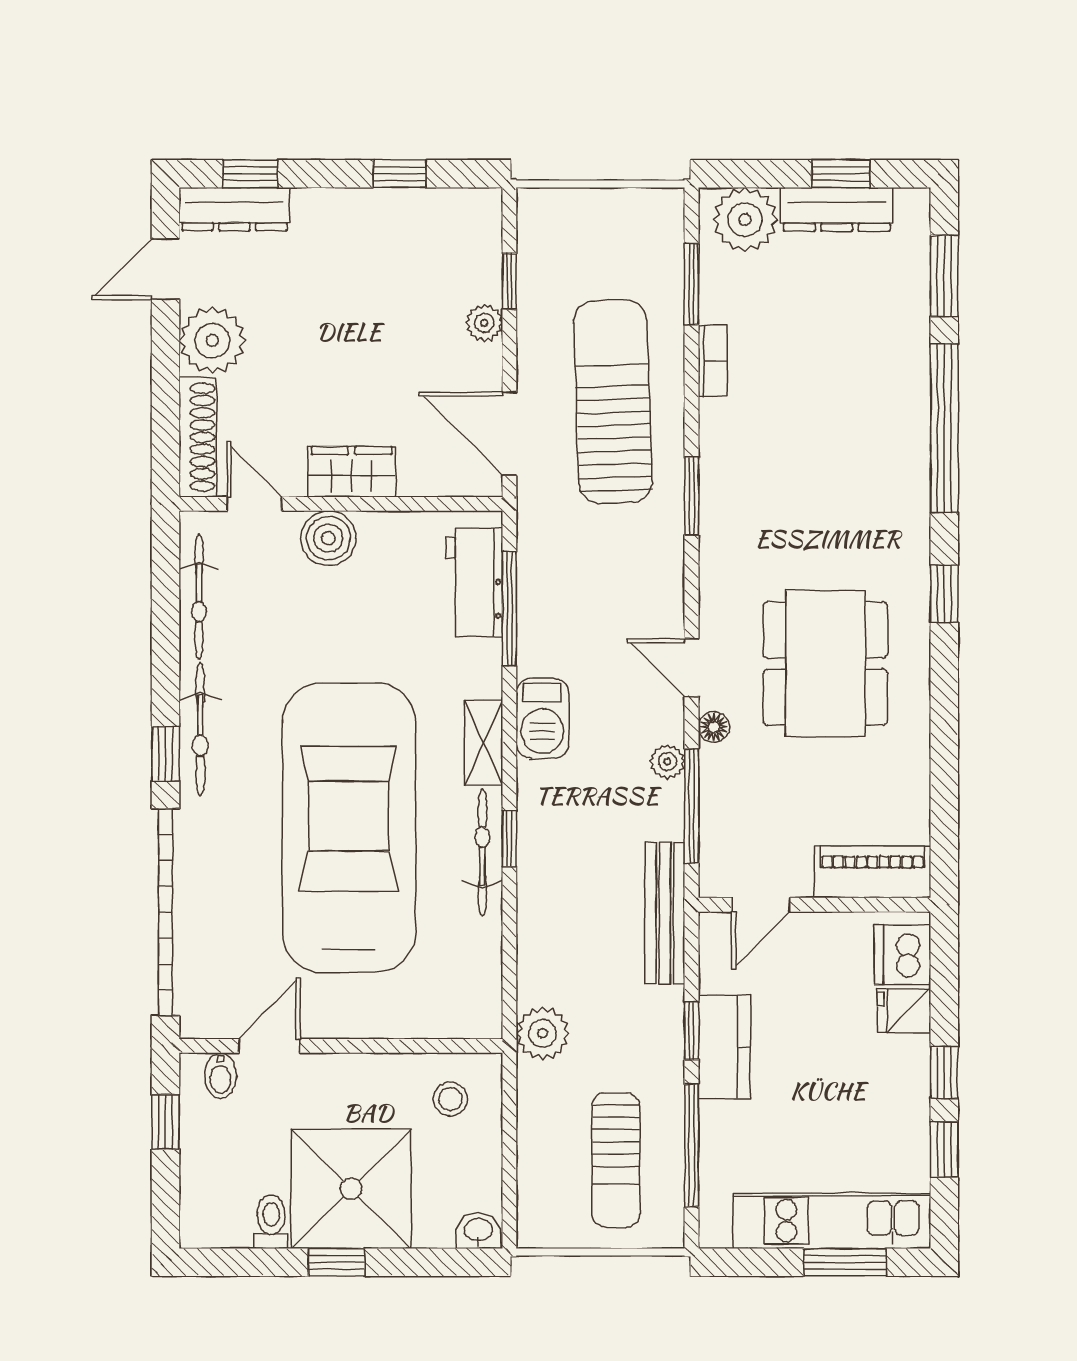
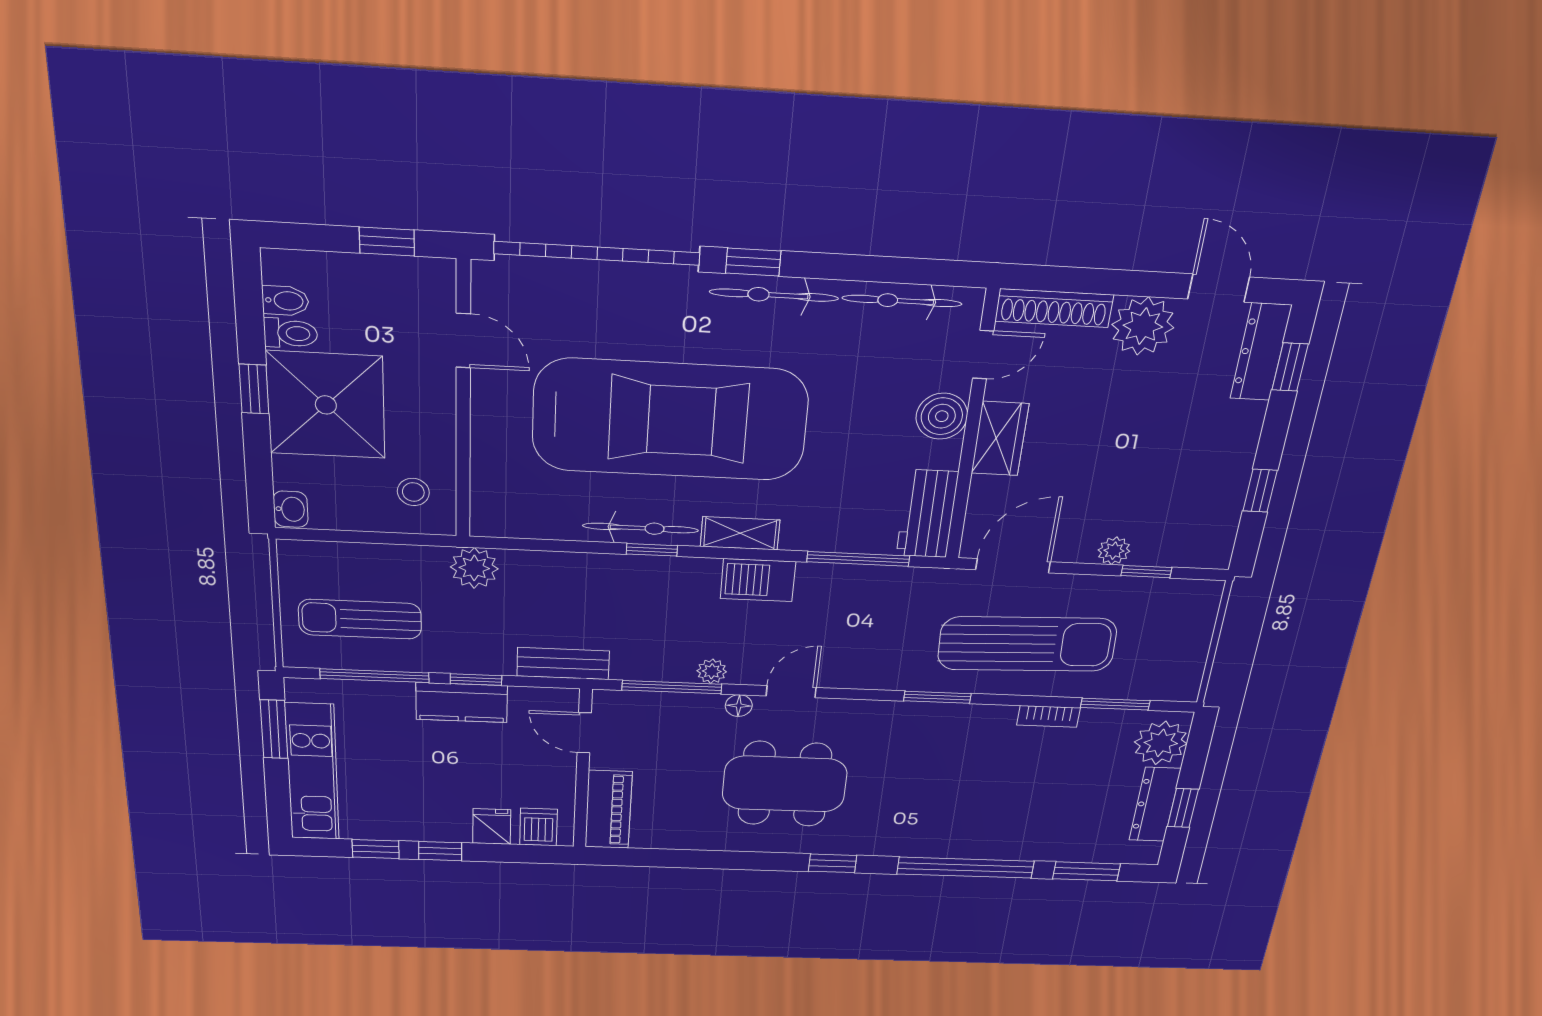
workbench: (474, 583) -> (927, 514), moved, turned -90
bench: (665, 913) -> (563, 664), width x0.73
dishwasher: (903, 955) -> (539, 827), width x0.73
bidet: (221, 1076) -> (285, 301), moved, turned 180
window: (845, 1262) -> (274, 729), moved

